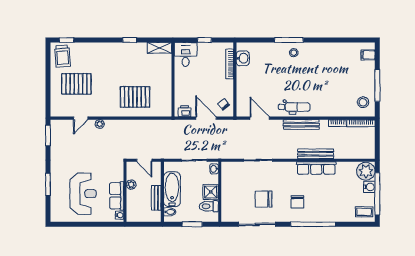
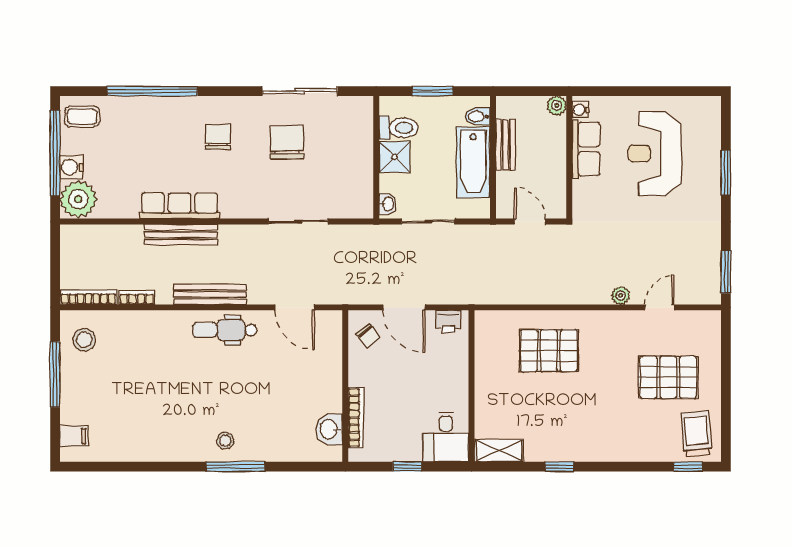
plant: (131, 185) -> (557, 105), moved
chair: (264, 199) -> (287, 142), turned -91
window: (313, 224) -> (152, 91), moved

